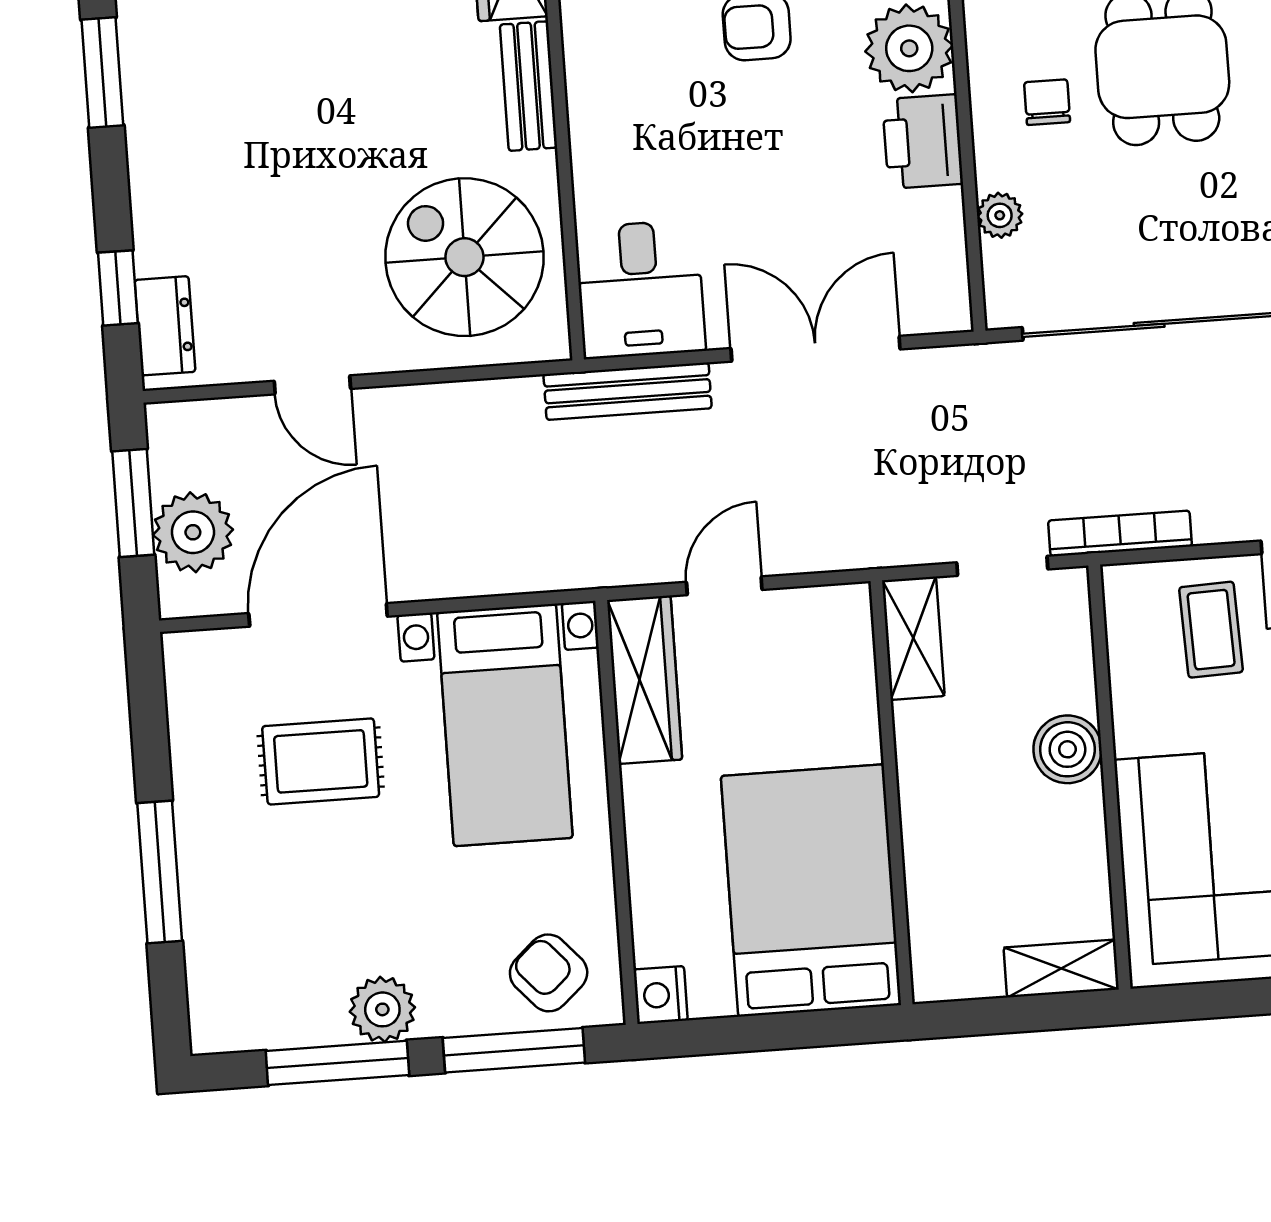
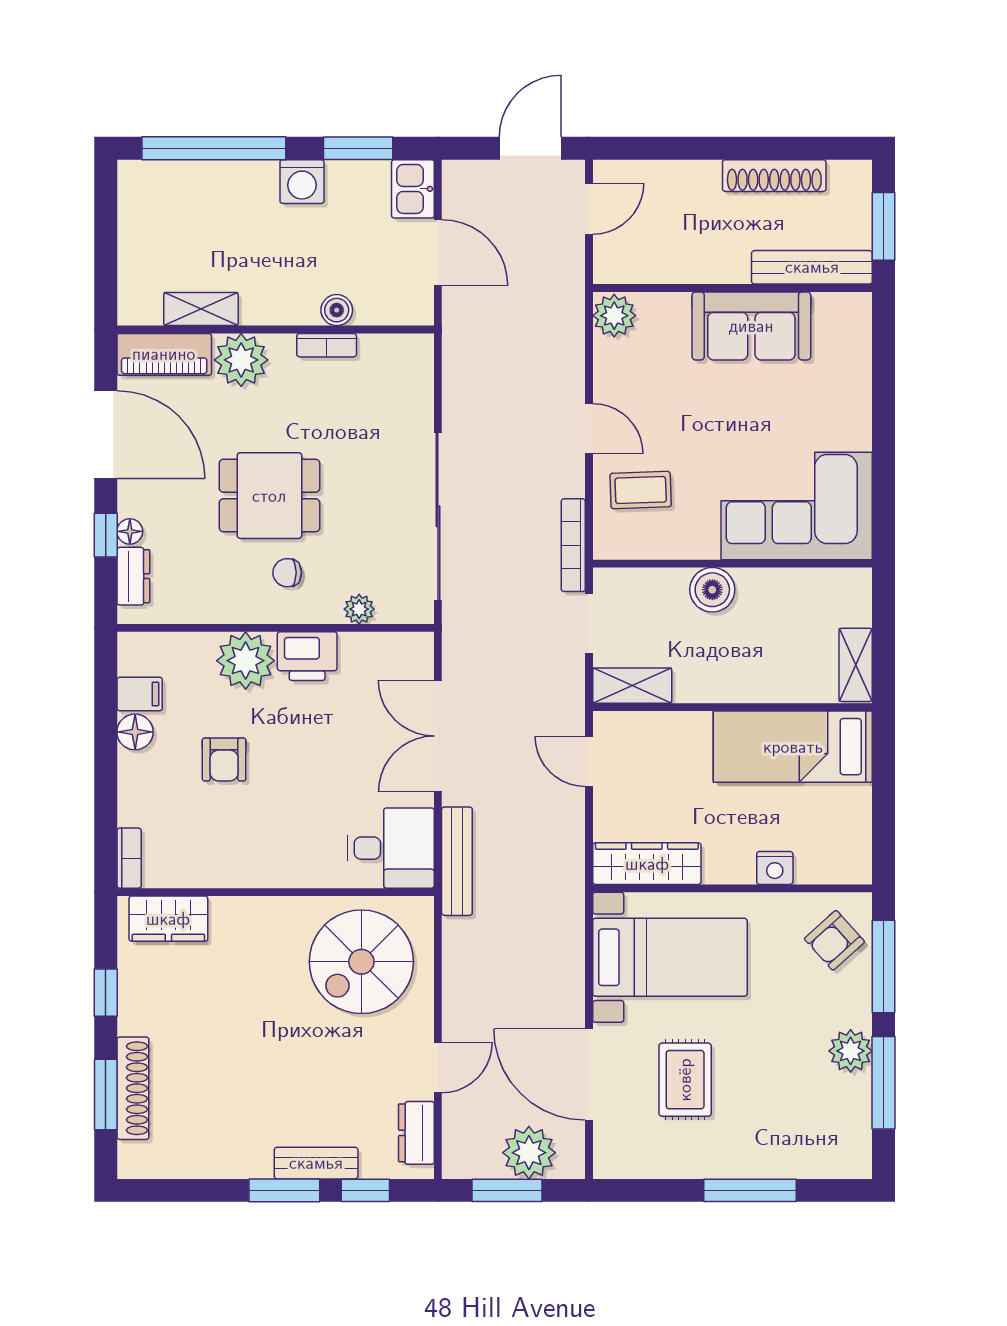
window: (102, 72) -> (284, 1190), moved
bench: (528, 86) -> (316, 1163), moved
dresser: (165, 326) -> (416, 1133), moved, turned -90
door: (724, 586) -> (589, 761), moved
bed: (811, 891) -> (793, 747), width x0.67
shelving: (1061, 968) -> (856, 665), moved
nightstand: (661, 995) -> (775, 868), moved

